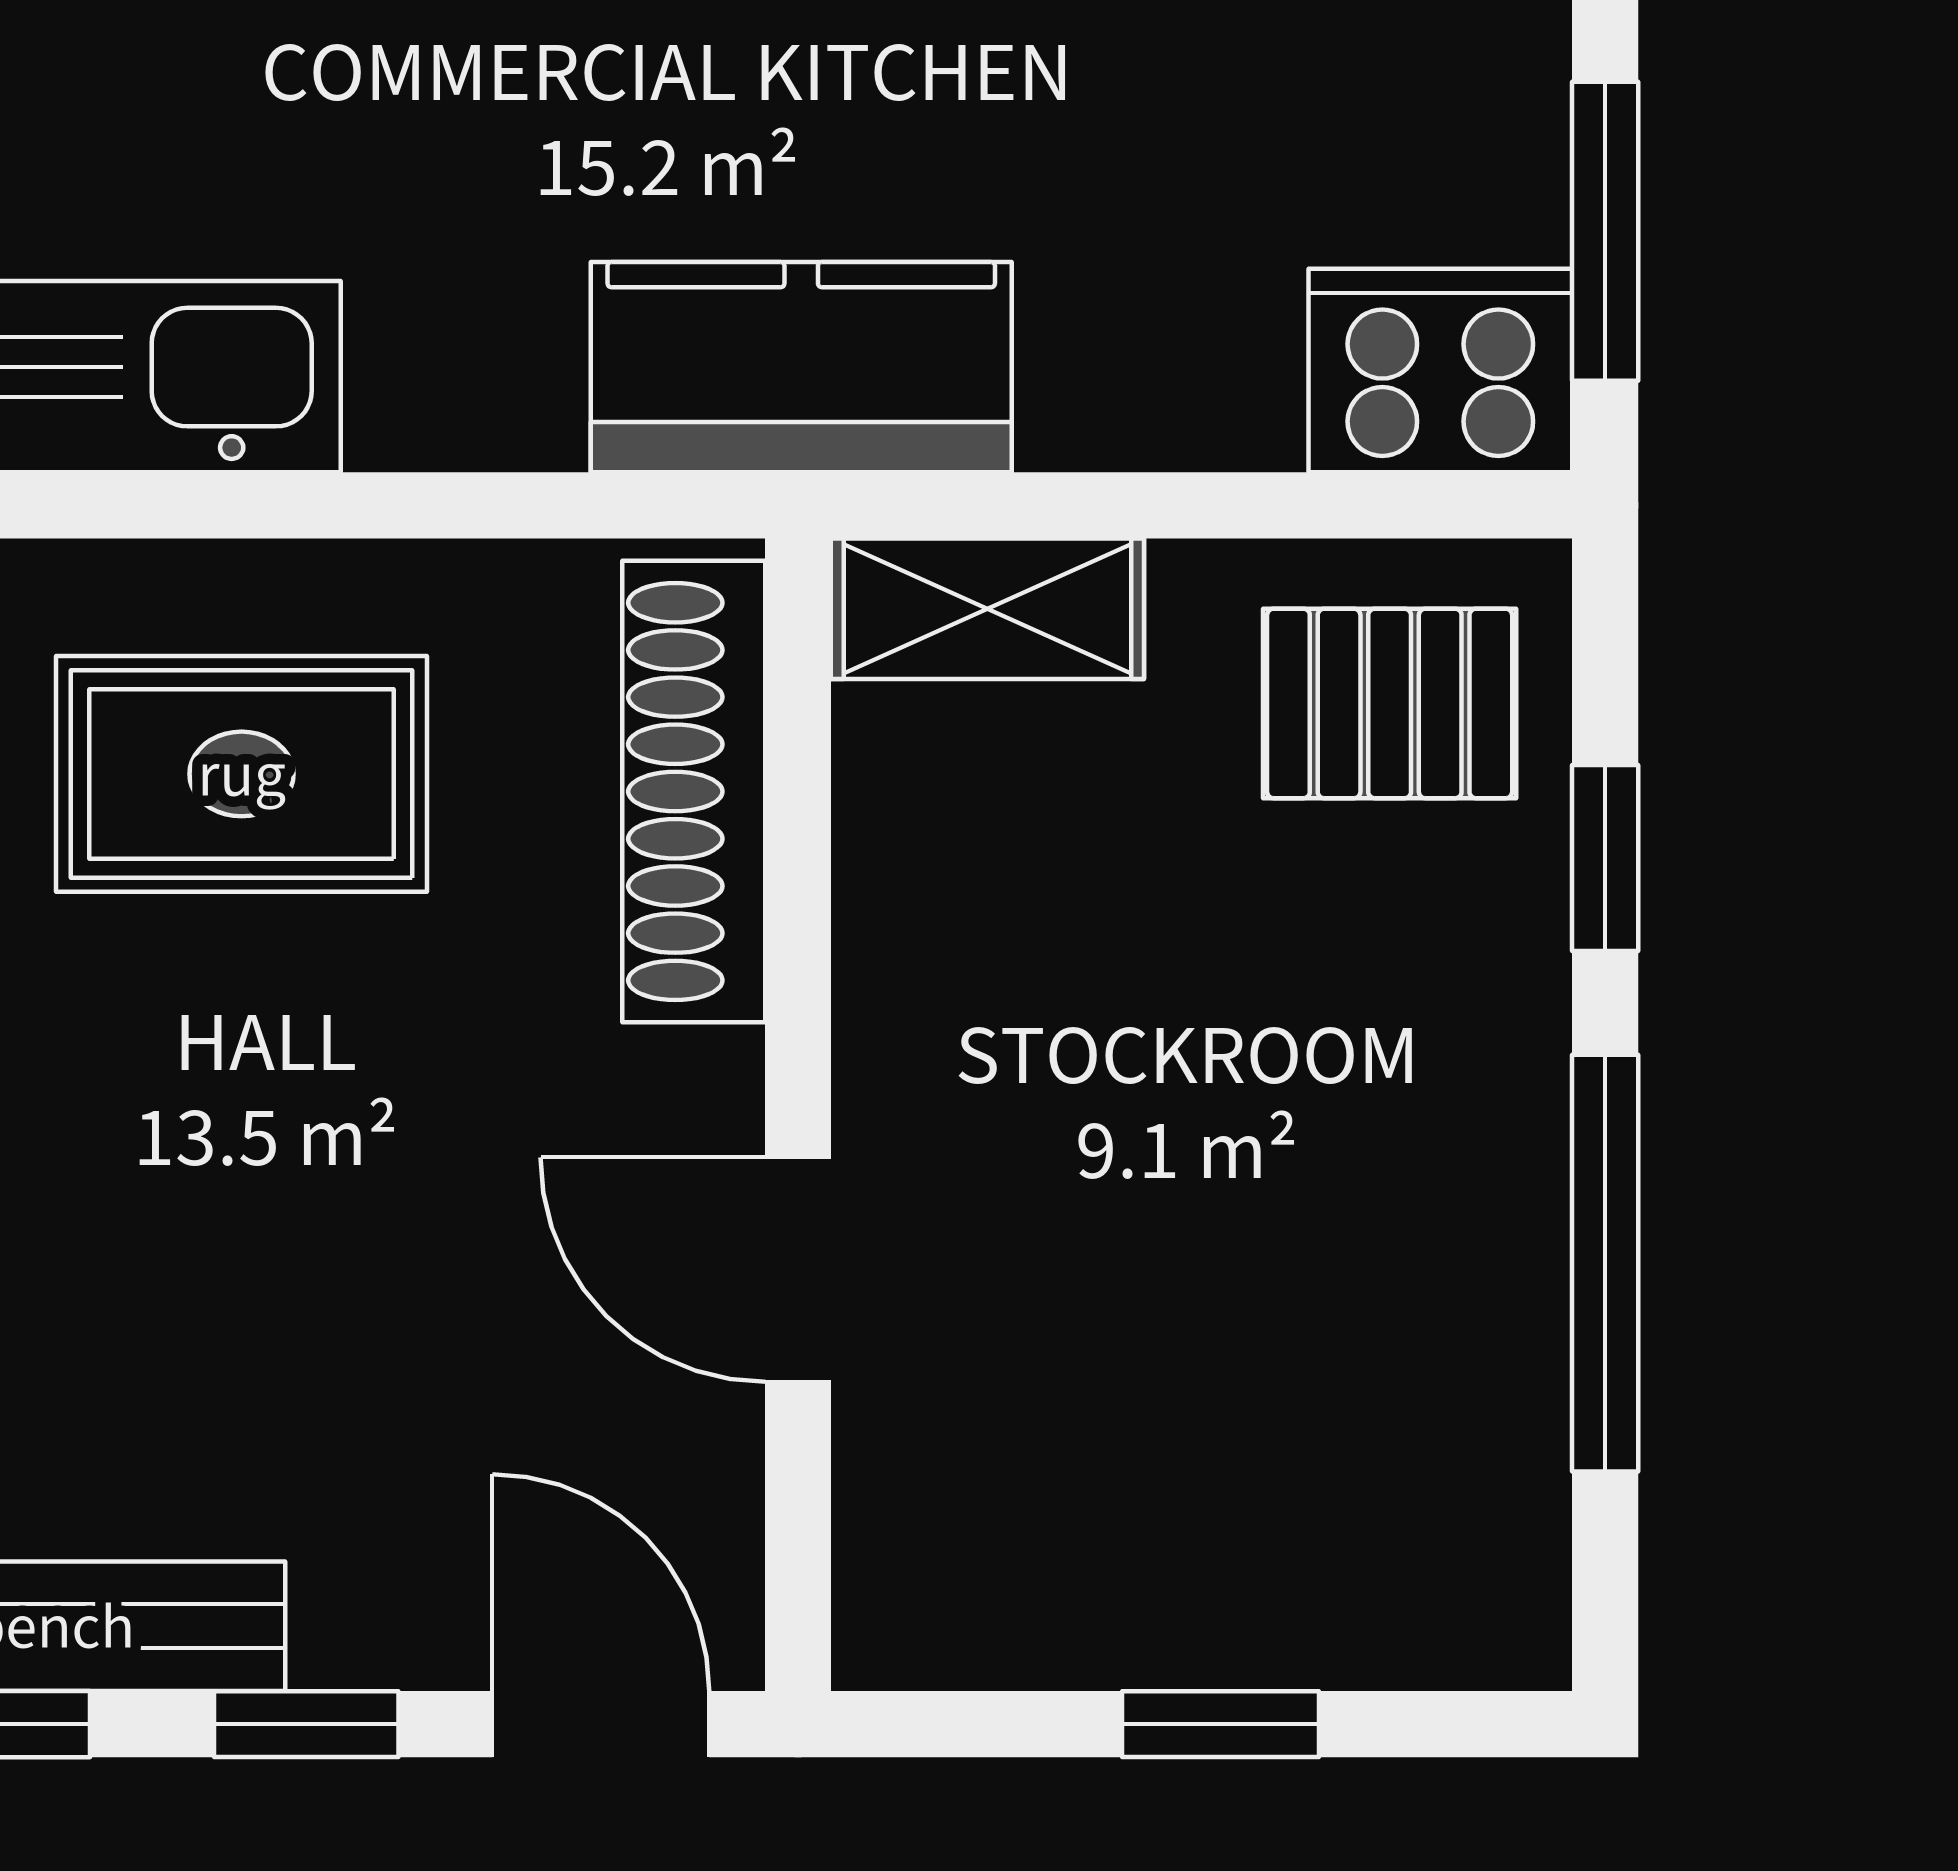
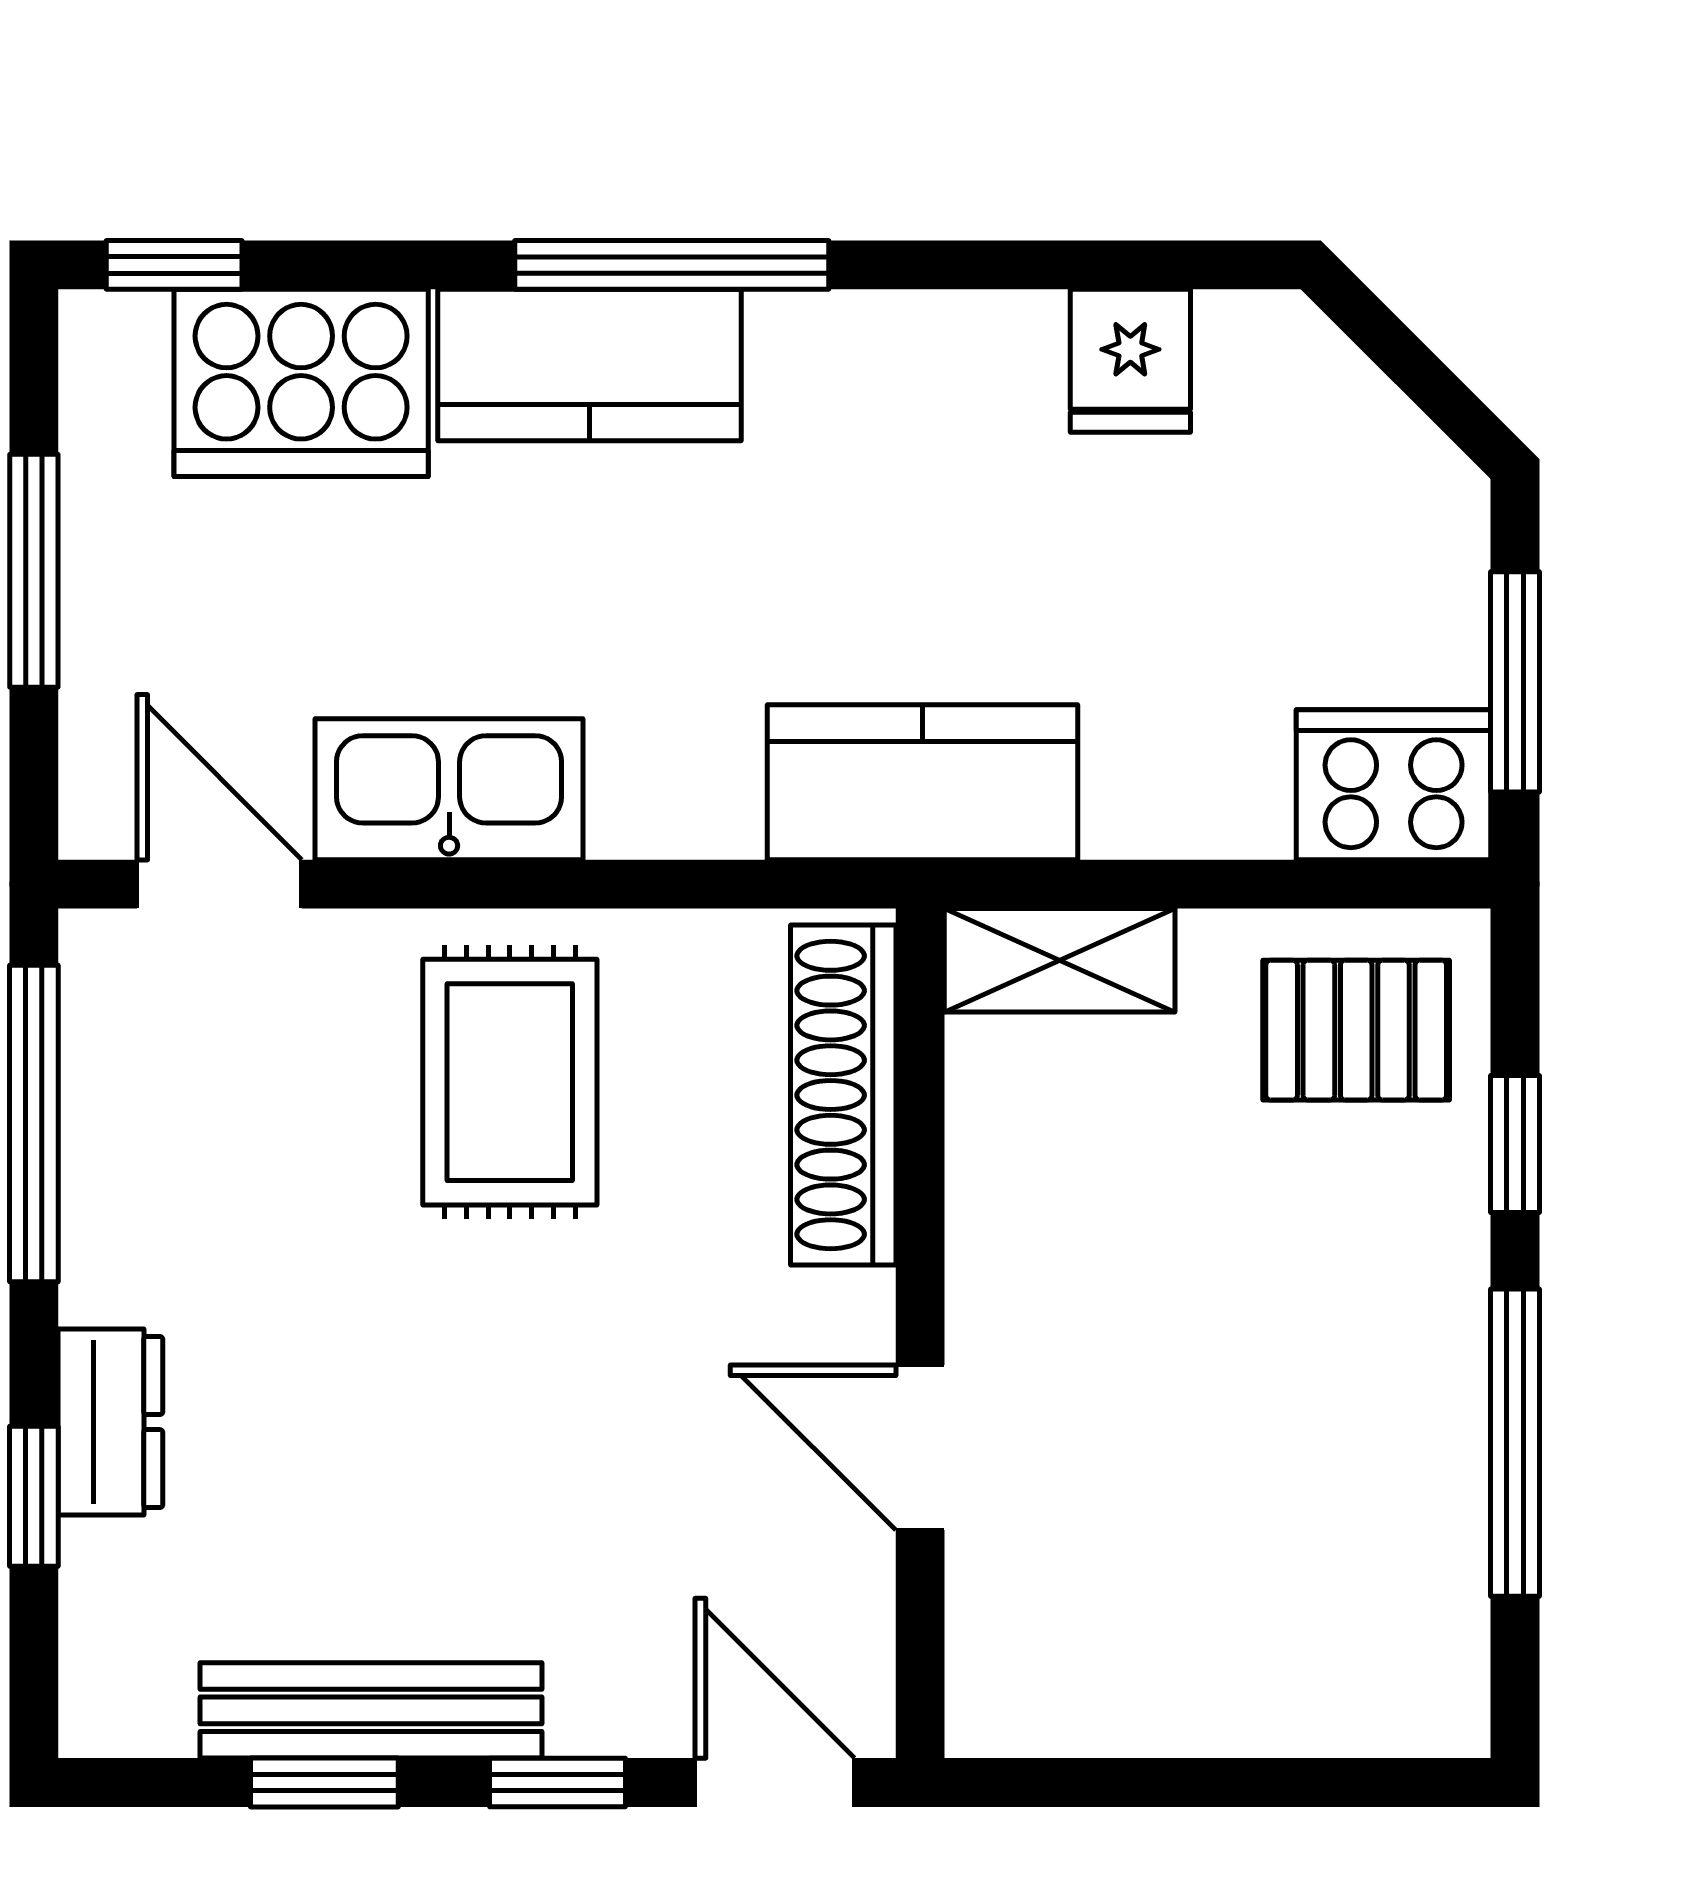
rug: (242, 774) -> (510, 1082), turned 90
window: (1220, 1724) -> (1231, 1783), removed

